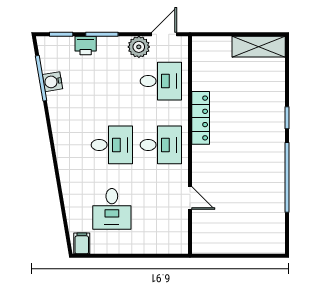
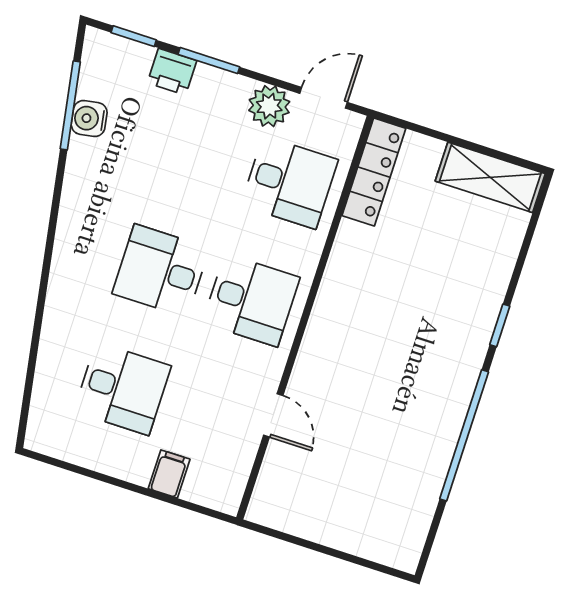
locker: (201, 118) -> (374, 172), moved
desk: (112, 145) -> (161, 271), turned 180
desk: (112, 209) -> (123, 389), turned -90
filing cabinet: (82, 243) -> (169, 474), moved

